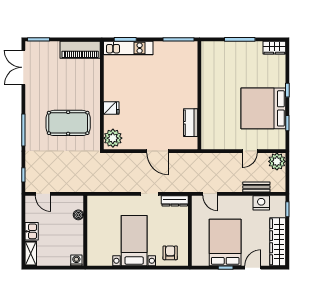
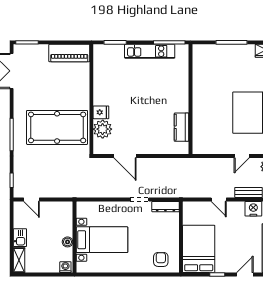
kitchen unit: (128, 48) -> (150, 51), moved
pool table: (68, 123) -> (57, 127), width x1.36, depth x1.32
plant: (113, 138) -> (103, 129), moved
door: (158, 151) -> (125, 156), moved
door: (210, 194) -> (219, 200), moved
boiler: (78, 215) -> (68, 242), moved
bed with nightstands: (134, 241) -> (102, 240), moved, turned 90
bed: (225, 242) -> (199, 249), moved

